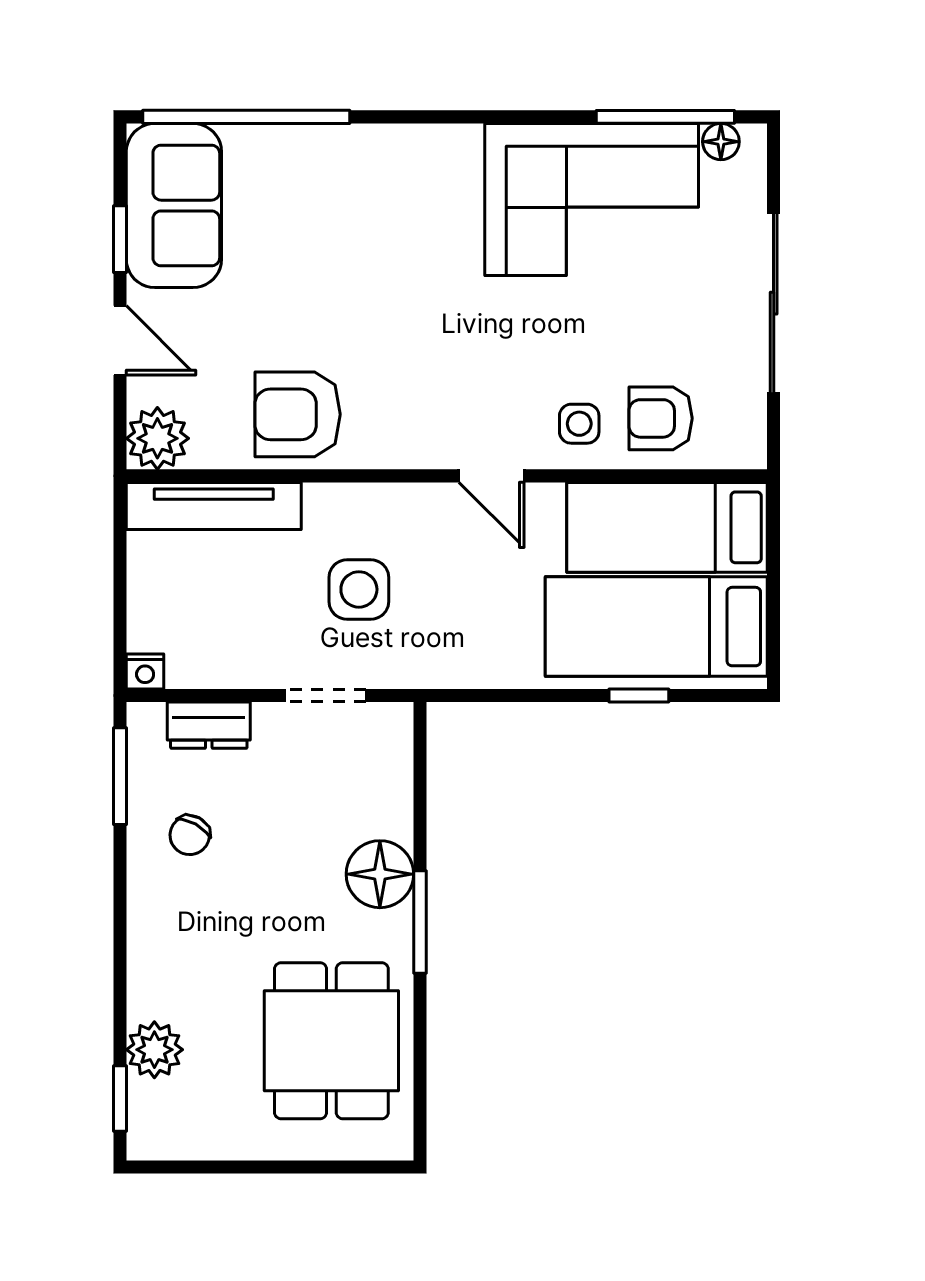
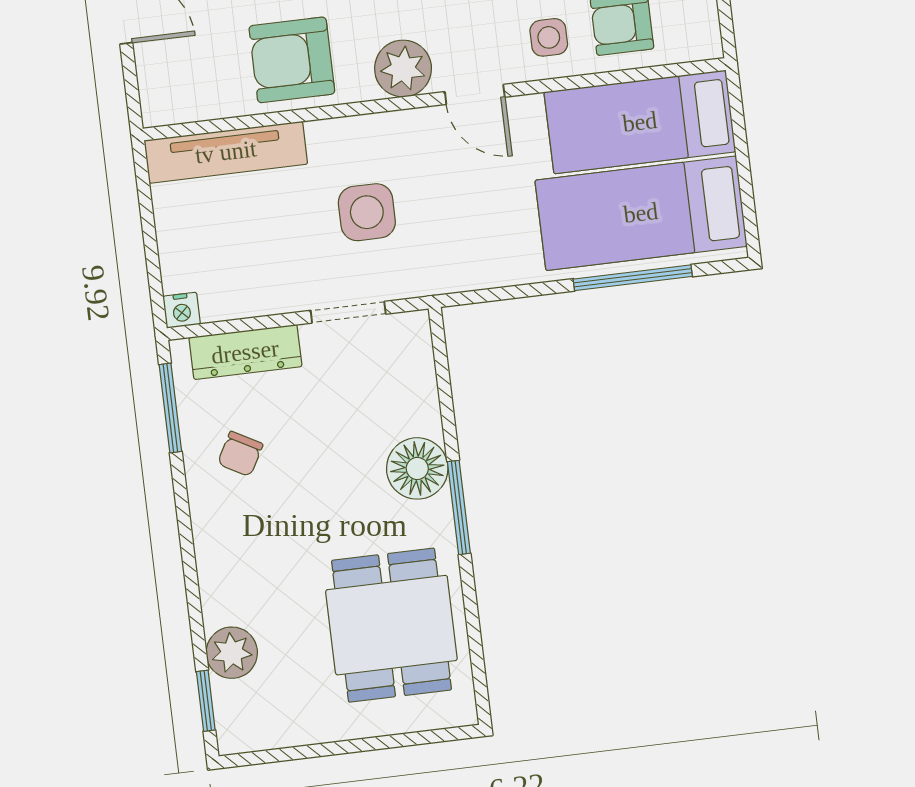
plant: (157, 438) -> (403, 69), moved
window: (639, 695) -> (633, 278), width x2.17
dresser: (209, 725) -> (245, 352), width x1.44

